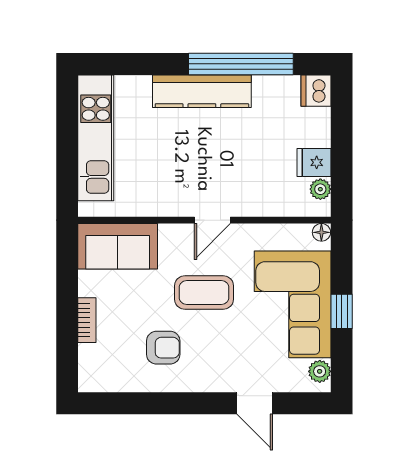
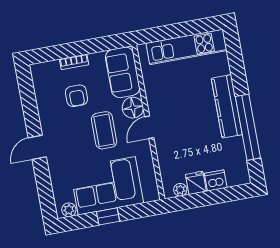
dishwasher: (316, 91) -> (216, 181), moved
door: (212, 220) -> (149, 127), hinge flipped
floor lamp: (321, 232) -> (133, 108), moved, width x1.89, depth x1.89
armchair: (163, 348) -> (77, 96), moved
door: (255, 403) -> (37, 147), moved

